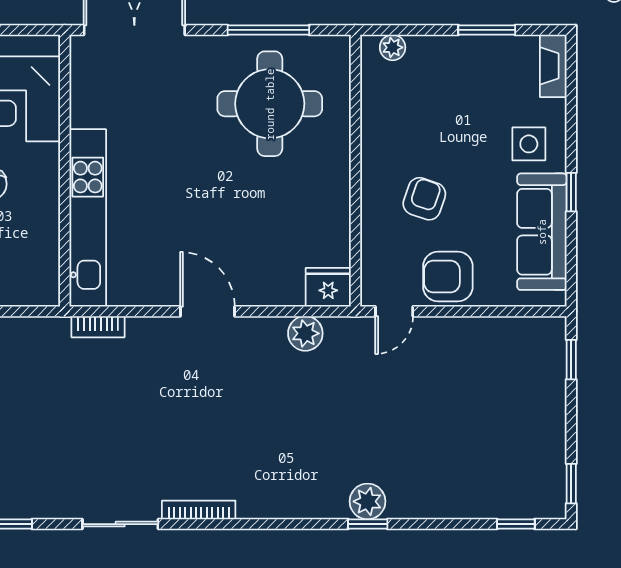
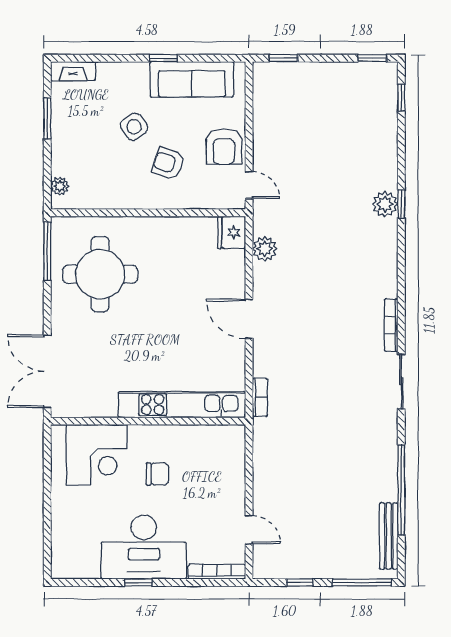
window: (268, 30) -> (47, 251), moved
side table: (529, 144) -> (134, 127), moved, turned -36
door: (207, 311) -> (249, 319), hinge flipped

